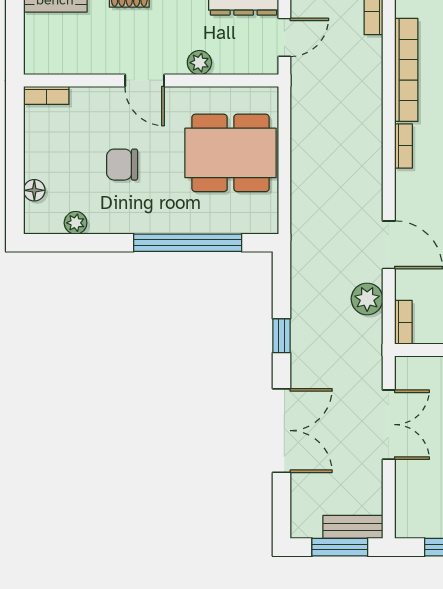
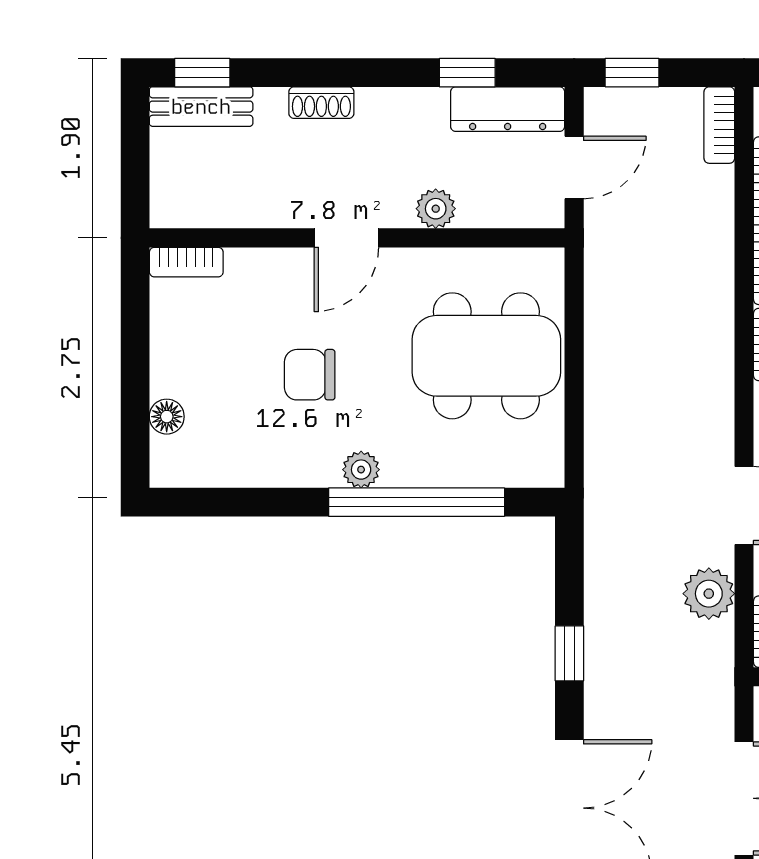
door: (145, 80) -> (346, 238), hinge flipped
plant: (76, 223) -> (361, 470), moved

